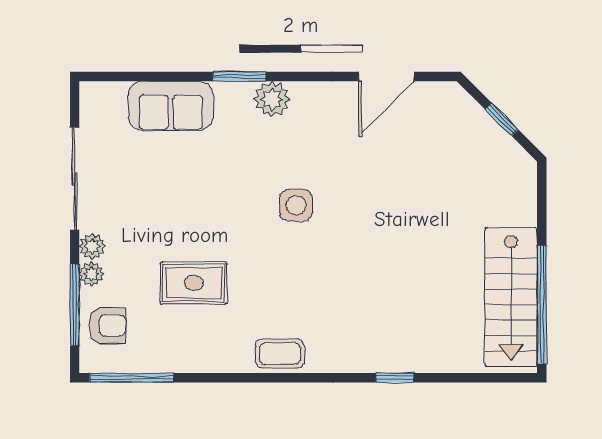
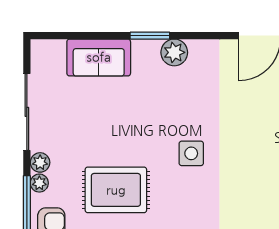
side table: (296, 205) -> (191, 153), moved
rug: (194, 283) -> (116, 190), width x1.36, depth x1.43

